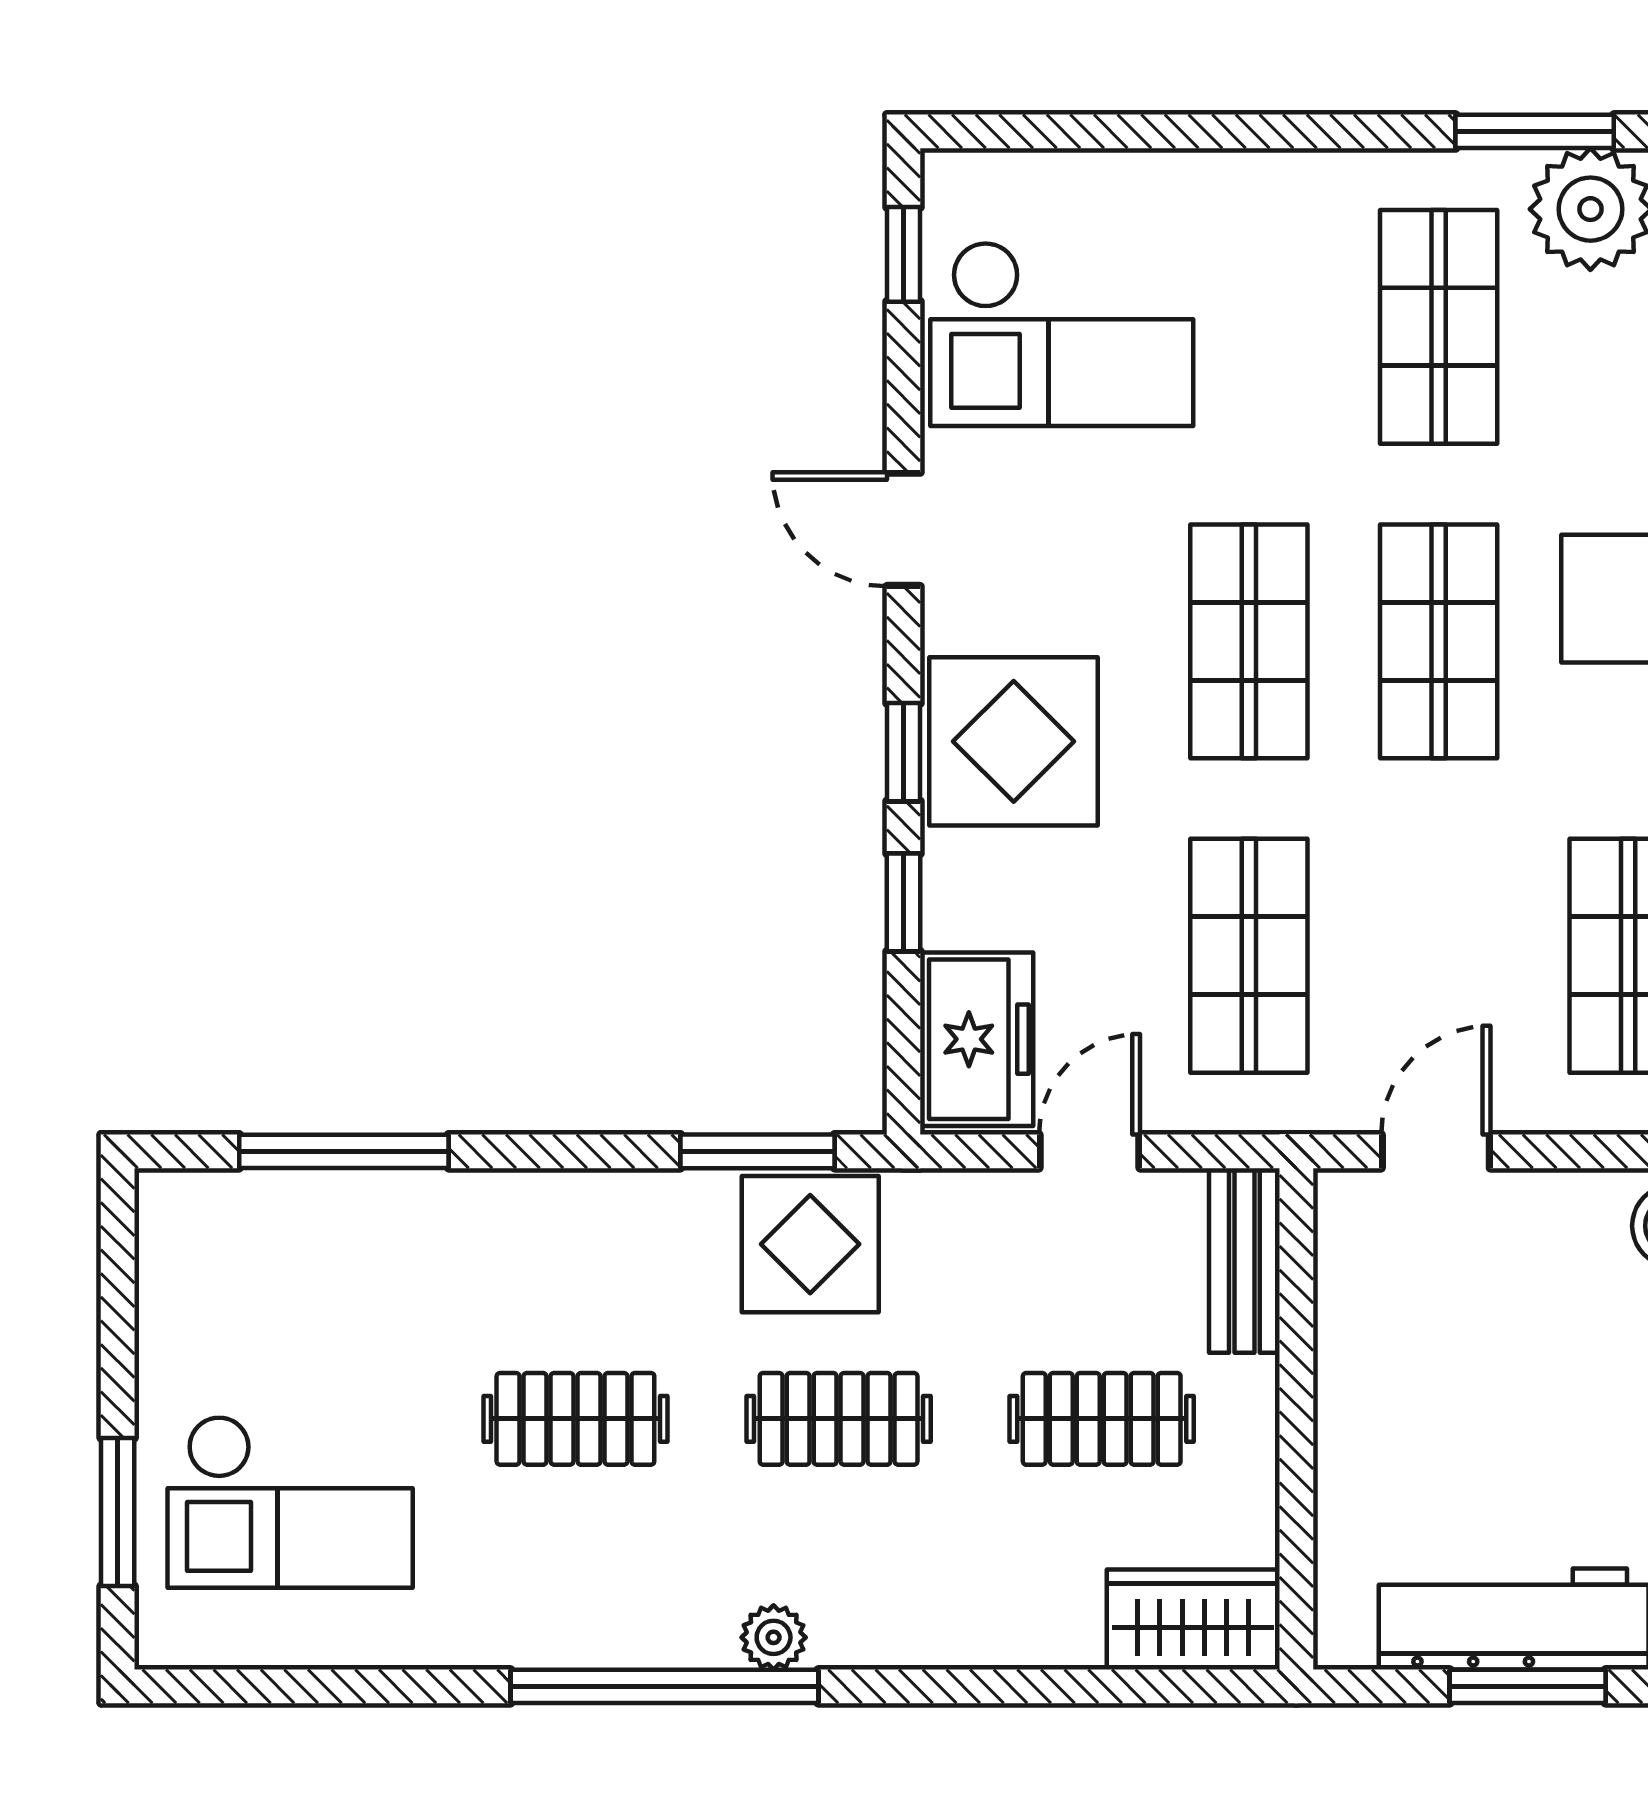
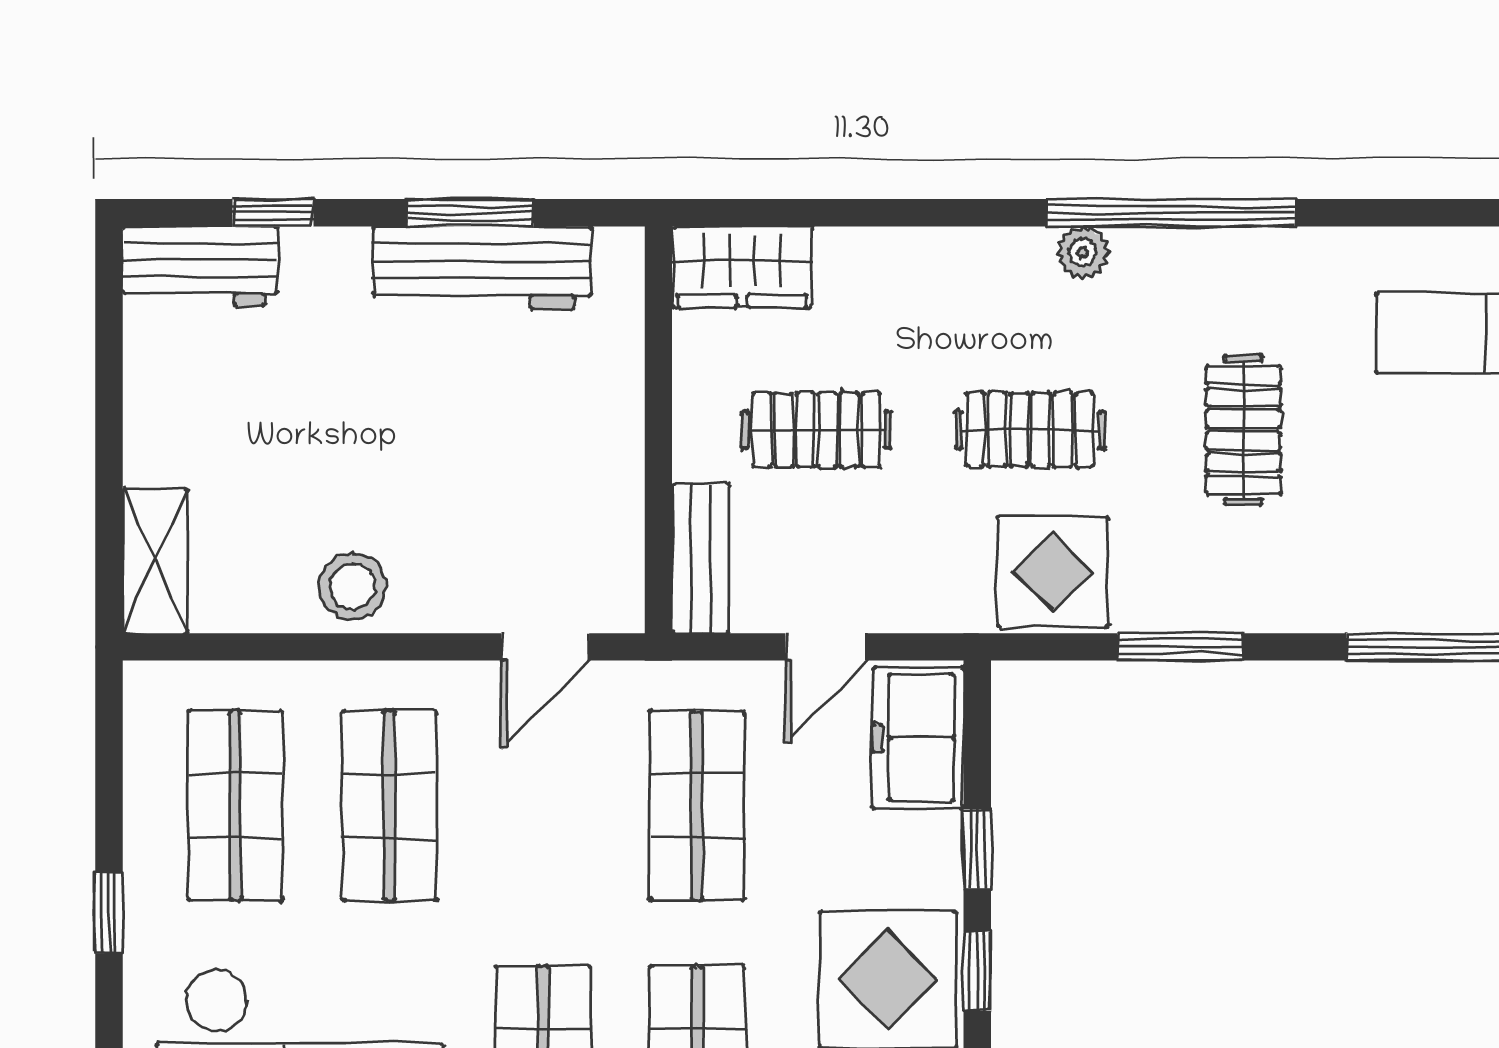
window: (757, 1151) -> (1180, 647), moved
clothes rail: (575, 1419) -> (1243, 430), turned 90

